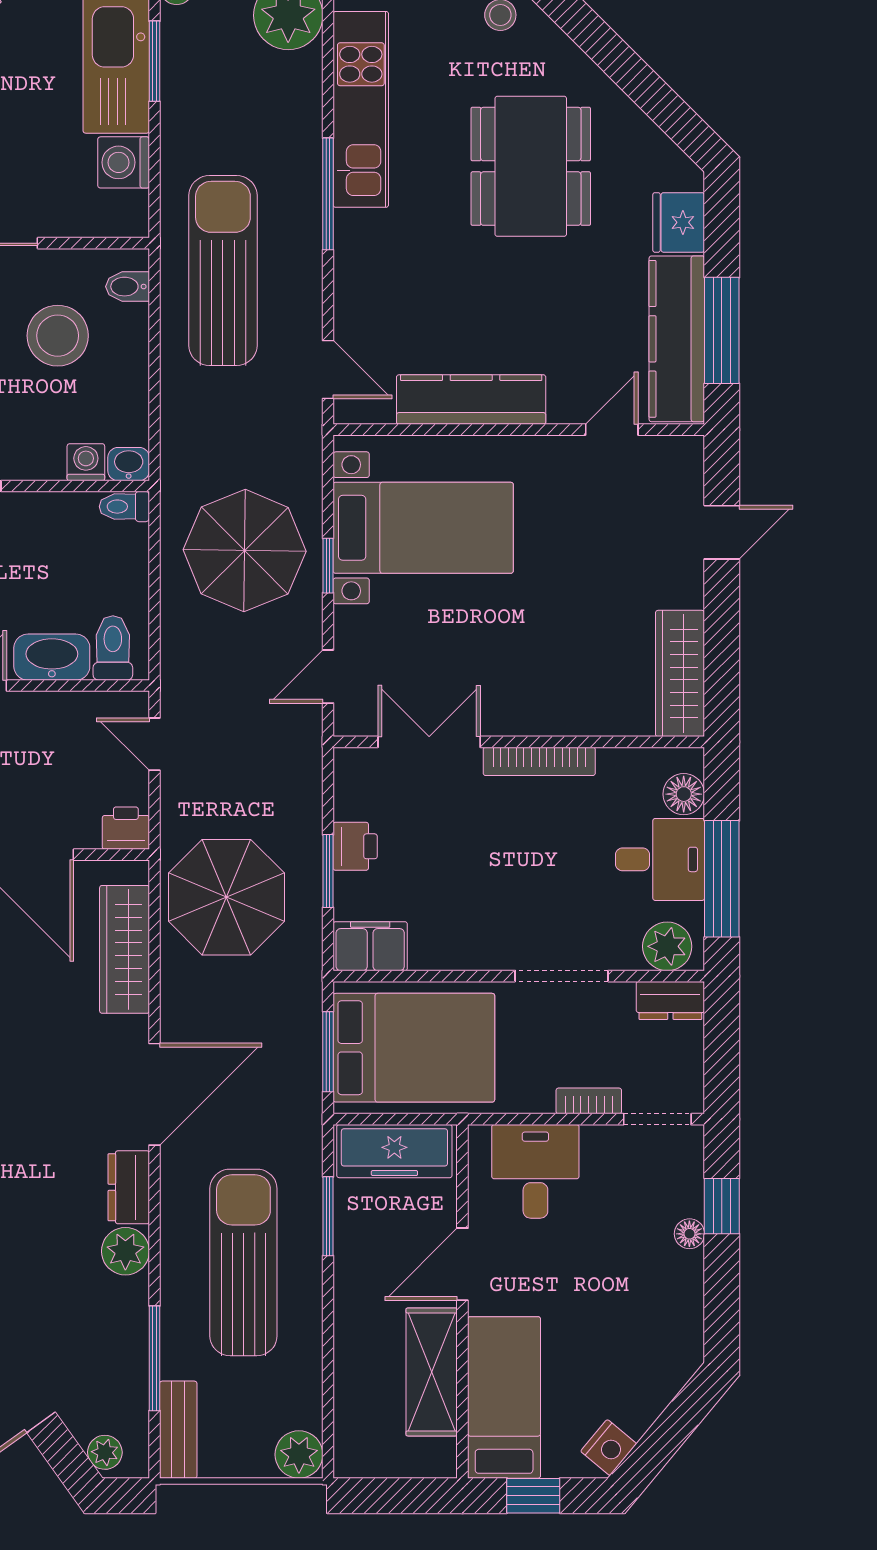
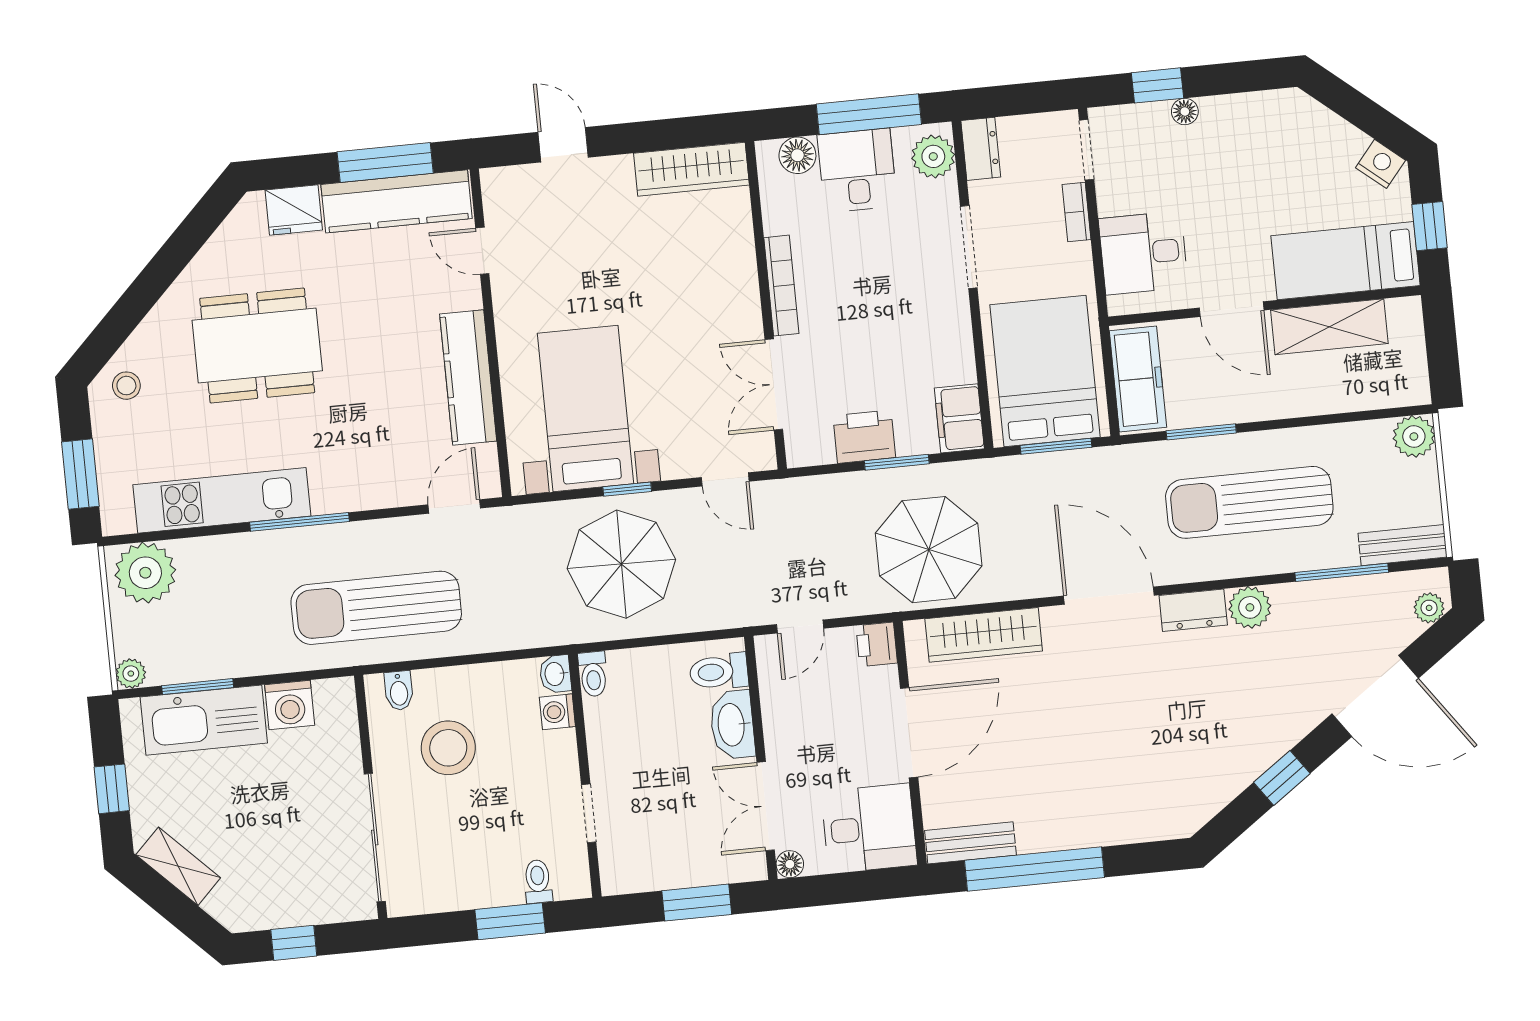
printer: (355, 846) -> (864, 437), width x1.36, depth x1.24

